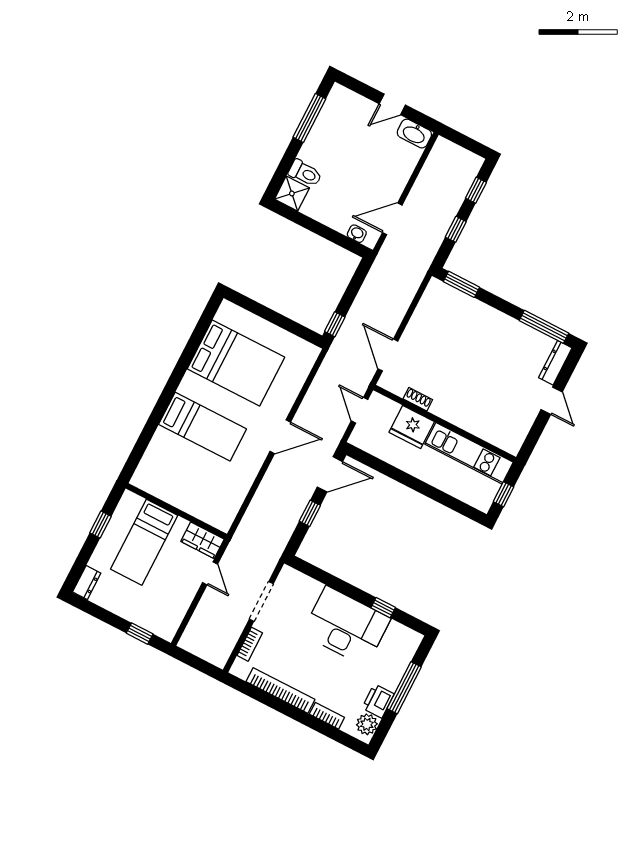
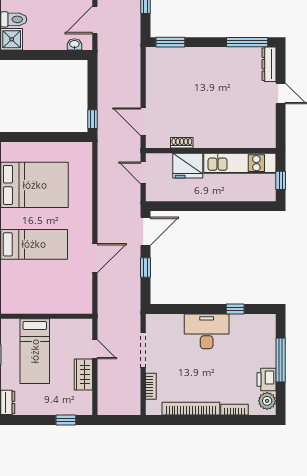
door: (280, 437) -> (95, 258), moved
wardrobe: (202, 540) -> (83, 375), moved, turned 90
desk: (346, 626) -> (207, 331), width x0.73, depth x0.77

